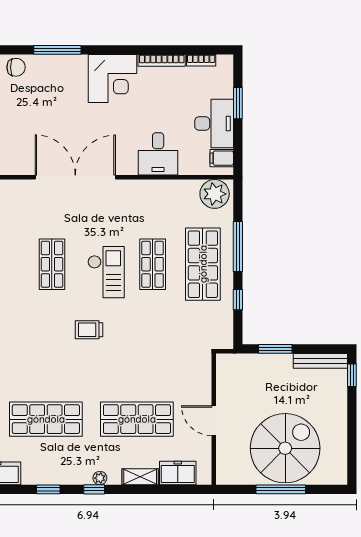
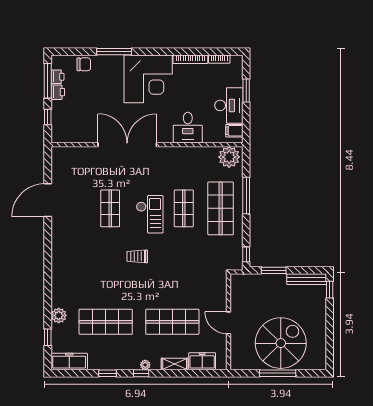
corner desk: (113, 79) -> (148, 79), width x1.36, depth x1.36
window: (238, 300) -> (246, 254), moved

